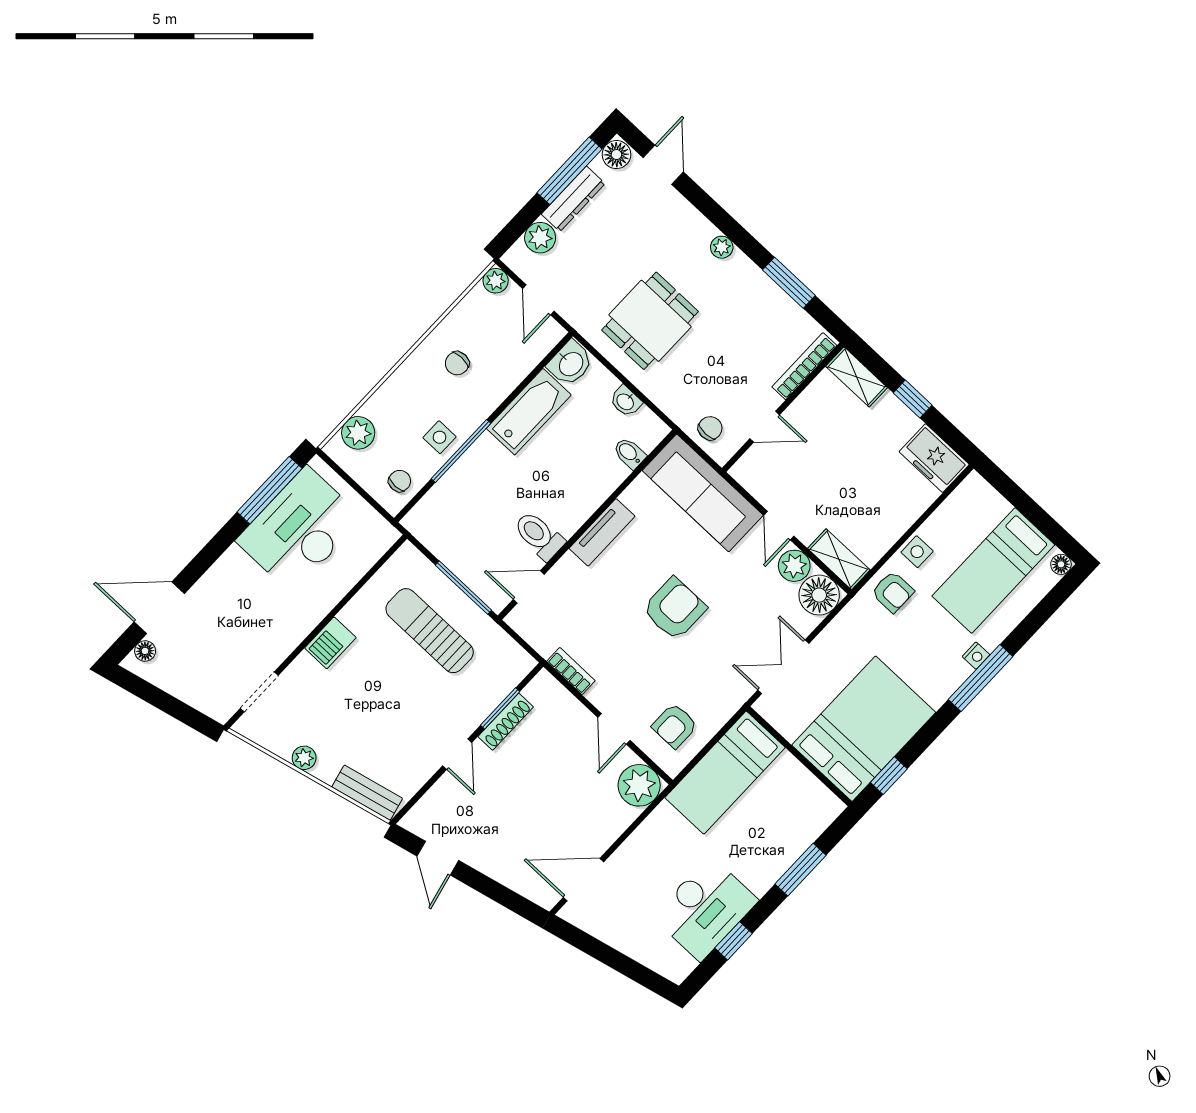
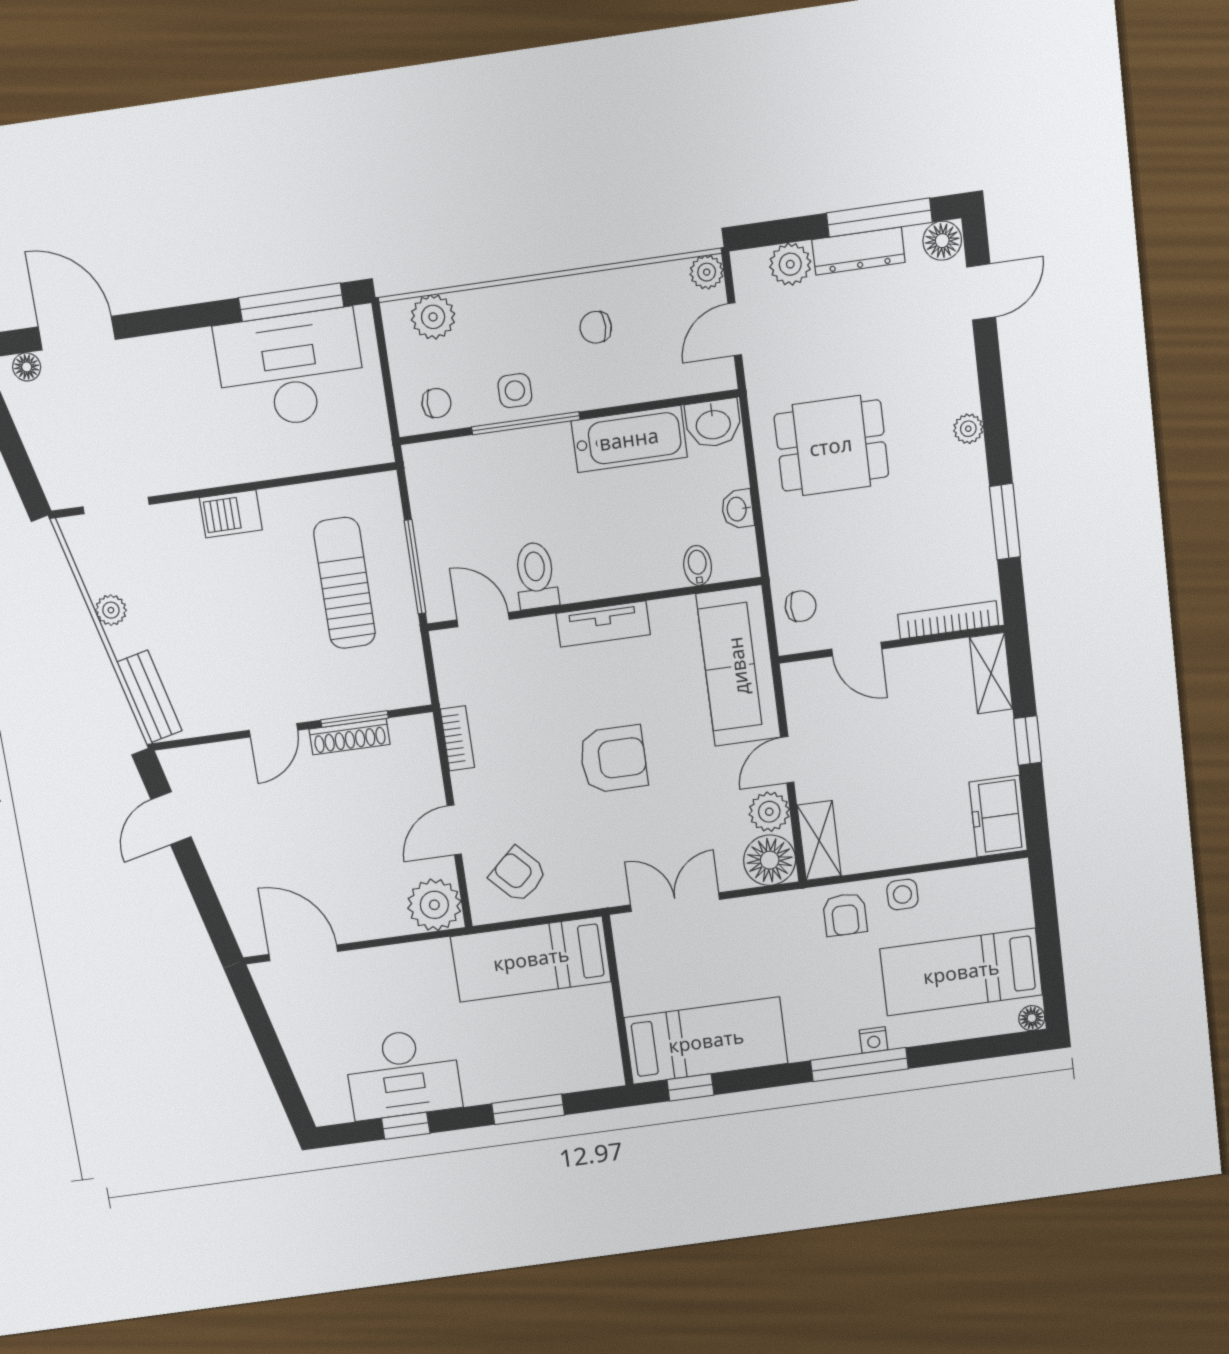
armchair: (675, 726) -> (518, 875), turned 47
bed: (864, 729) -> (706, 1041), width x0.67

